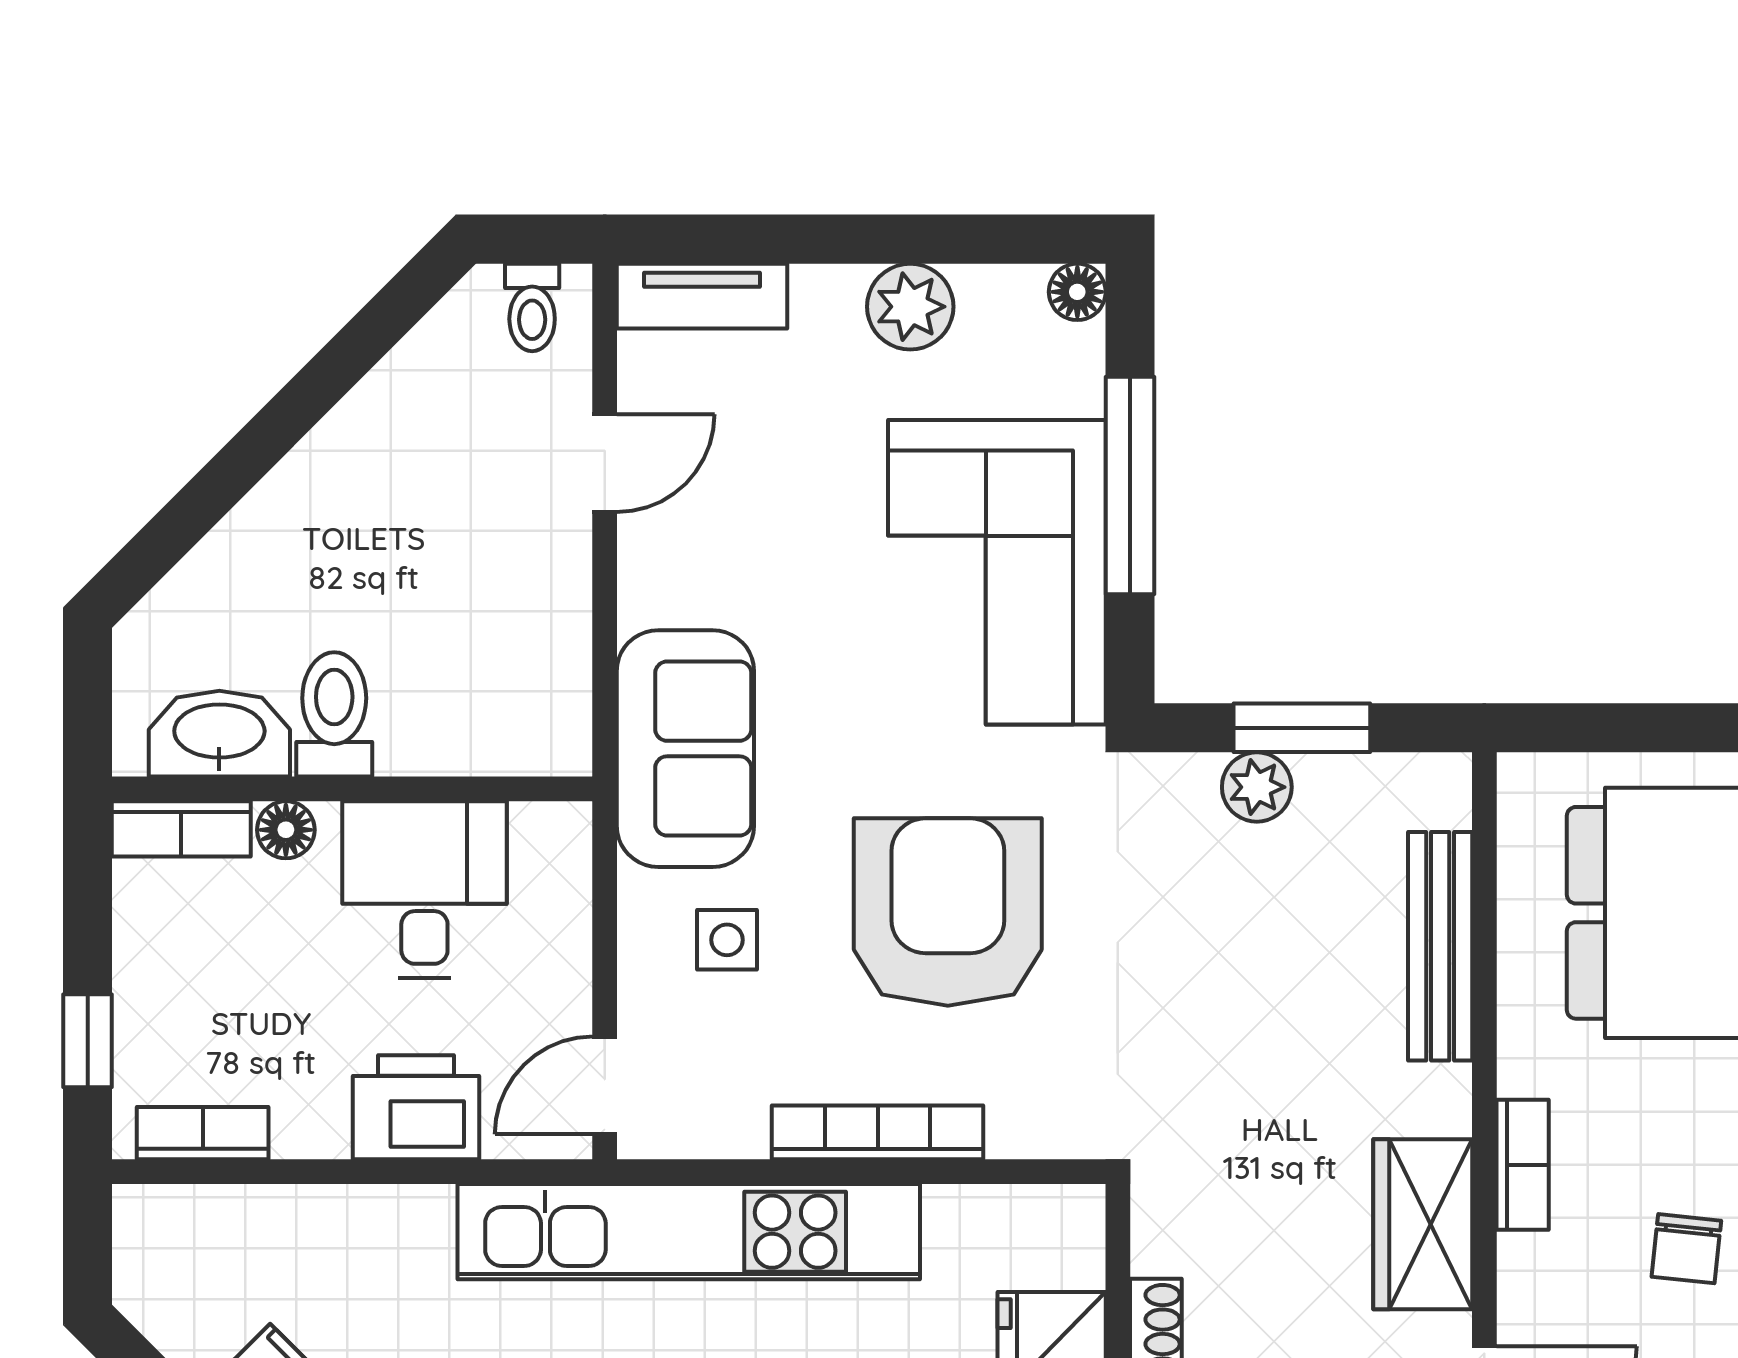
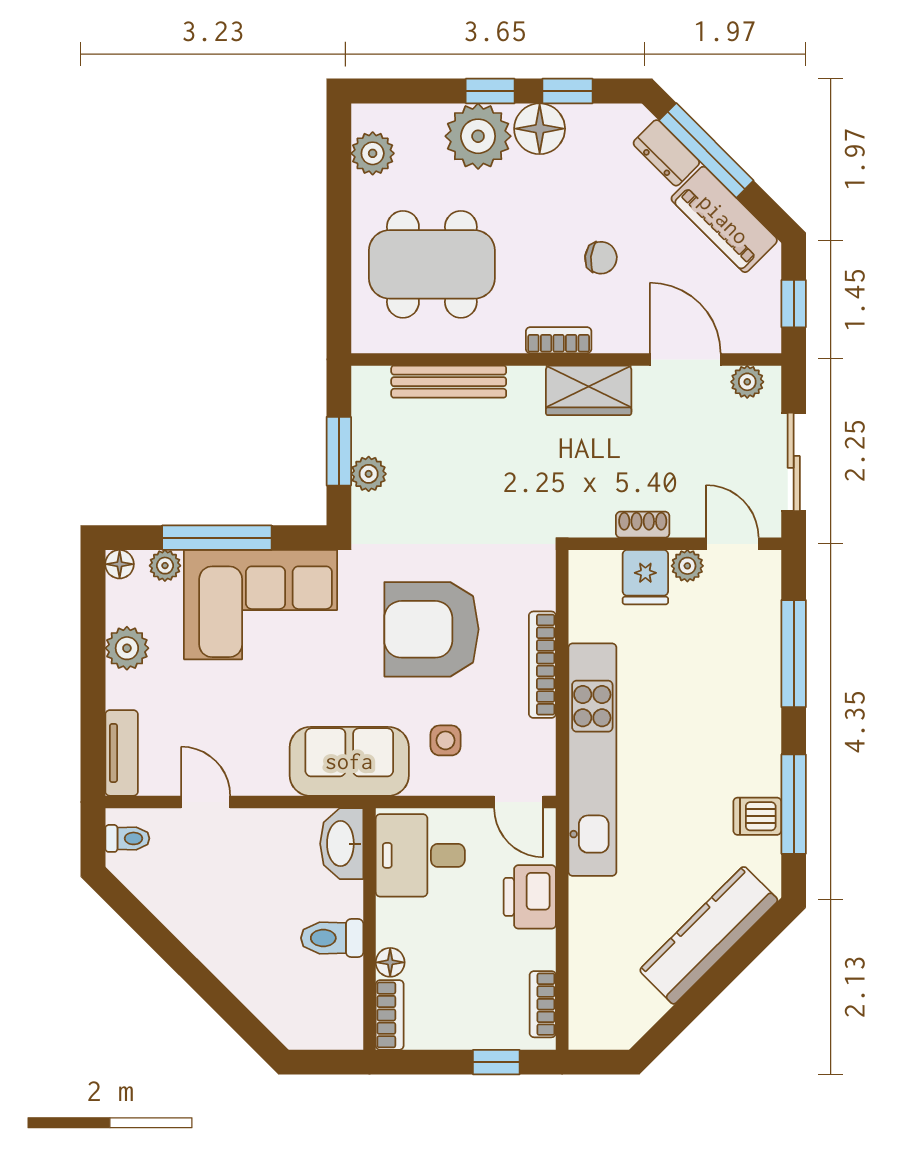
plant: (1075, 382) -> (165, 566), added
washbasin: (219, 734) -> (342, 844), moved
desk: (424, 890) -> (420, 855), moved

